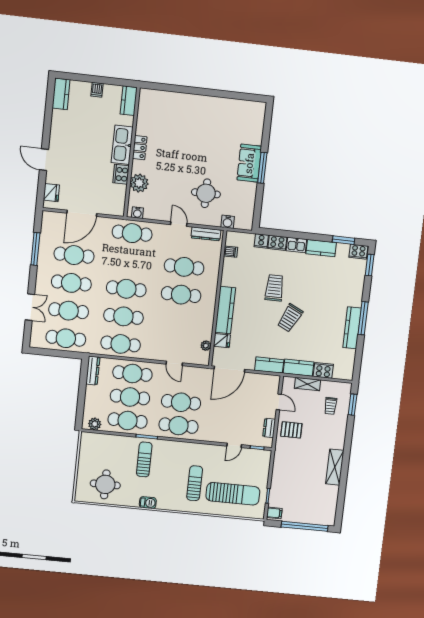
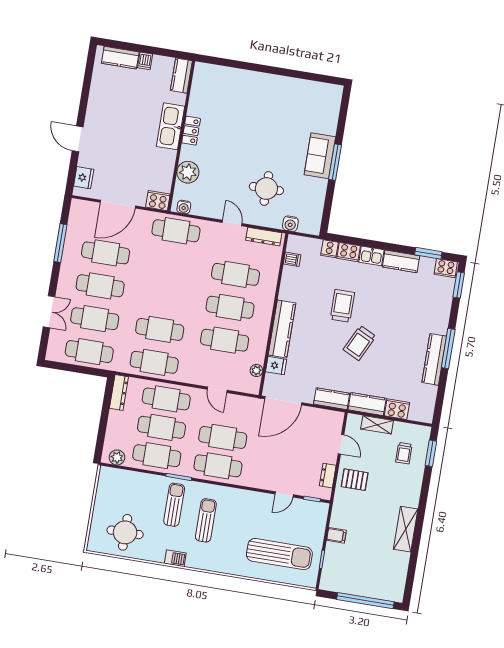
kitchen counter: (61, 94) -> (120, 58), moved, turned 90
cooker: (121, 174) -> (158, 201), moved, turned 90
cafe table: (126, 289) -> (225, 340), moved
sun lounger: (195, 483) -> (206, 520), moved
filing cabinet: (274, 513) -> (336, 535), moved

